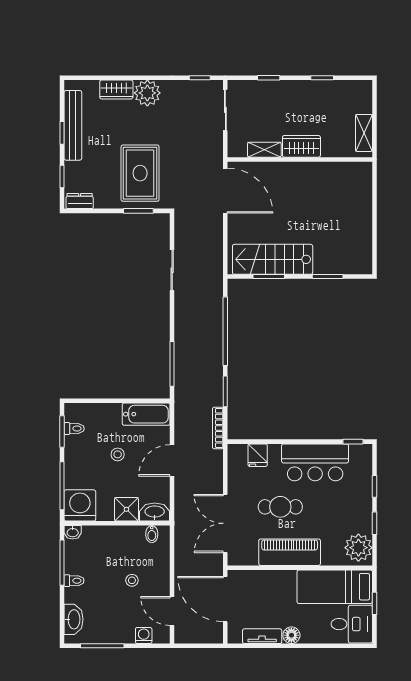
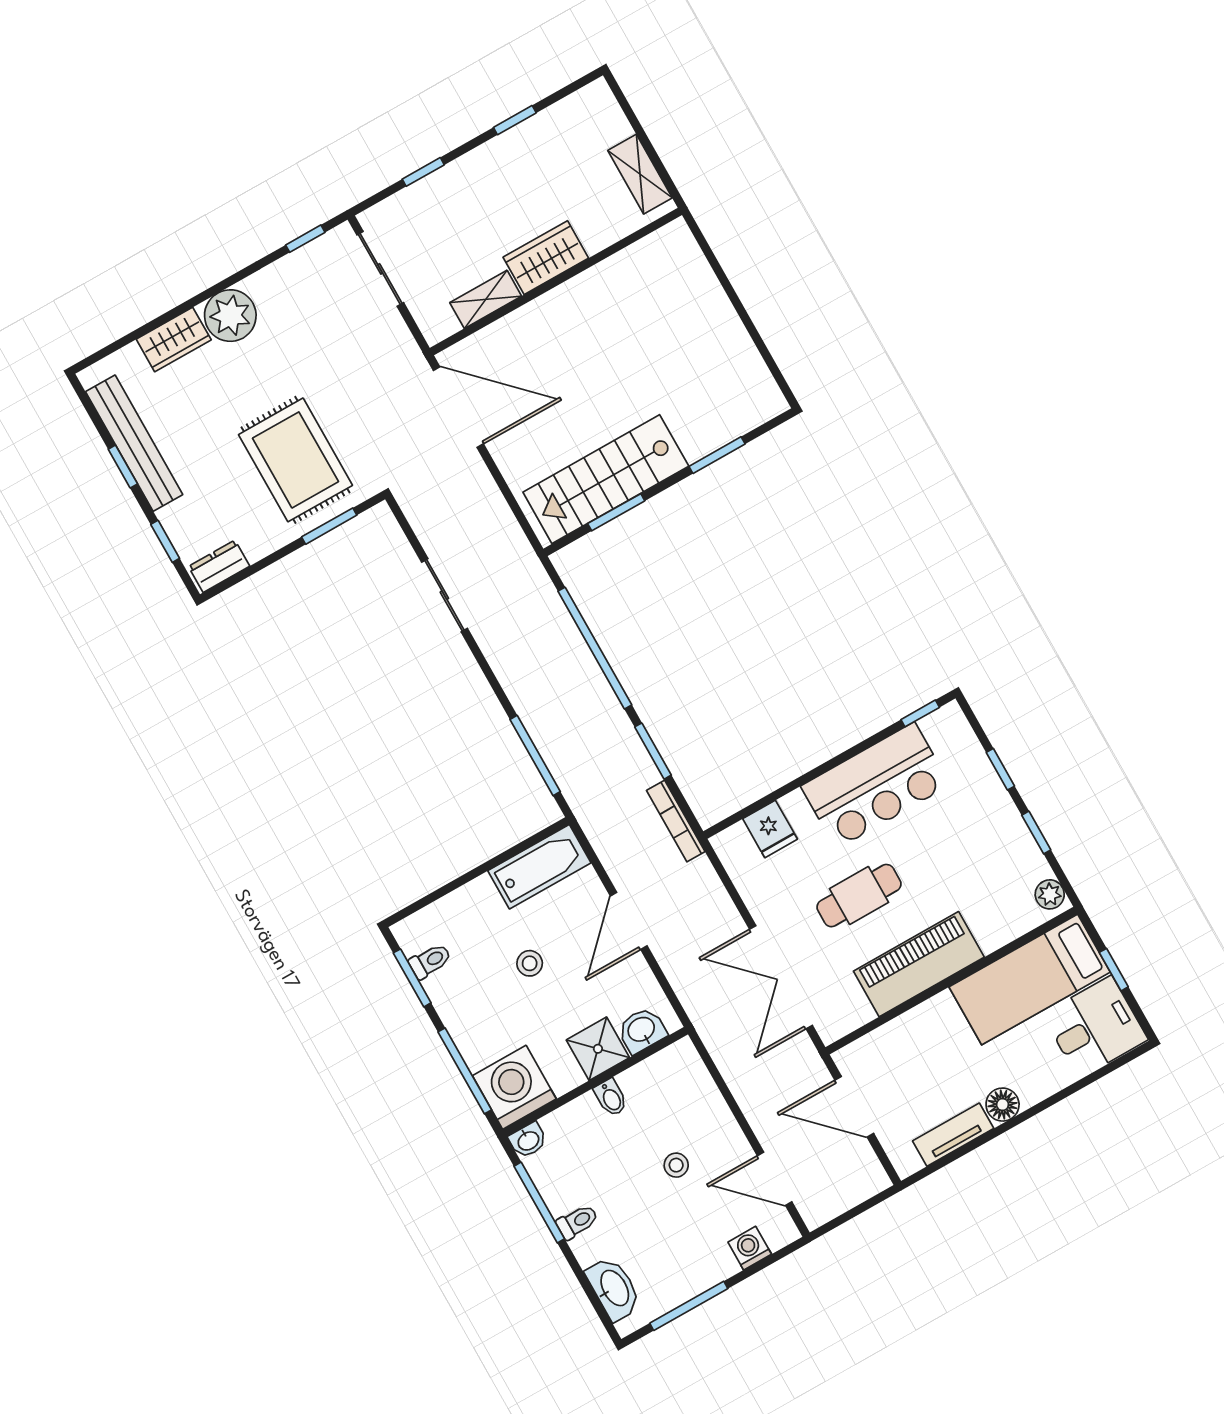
washbasin: (155, 512) -> (642, 1030), width x0.72
bidet: (152, 534) -> (611, 1098), moved
plant: (358, 548) -> (1050, 894), width x0.53, depth x0.53
door: (225, 599) -> (854, 1107), width x0.73

